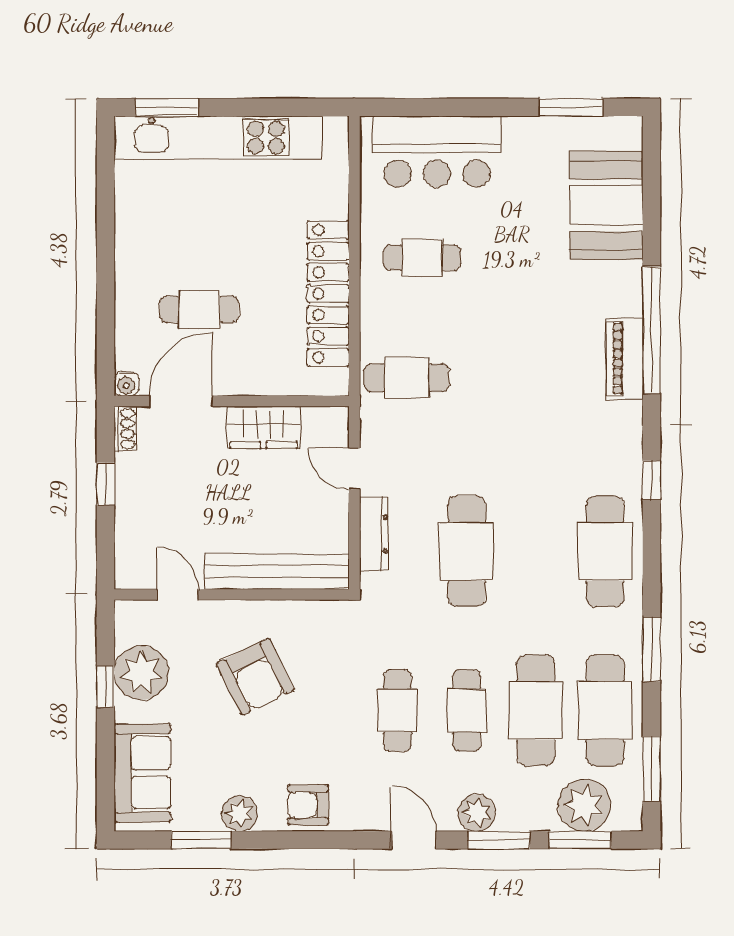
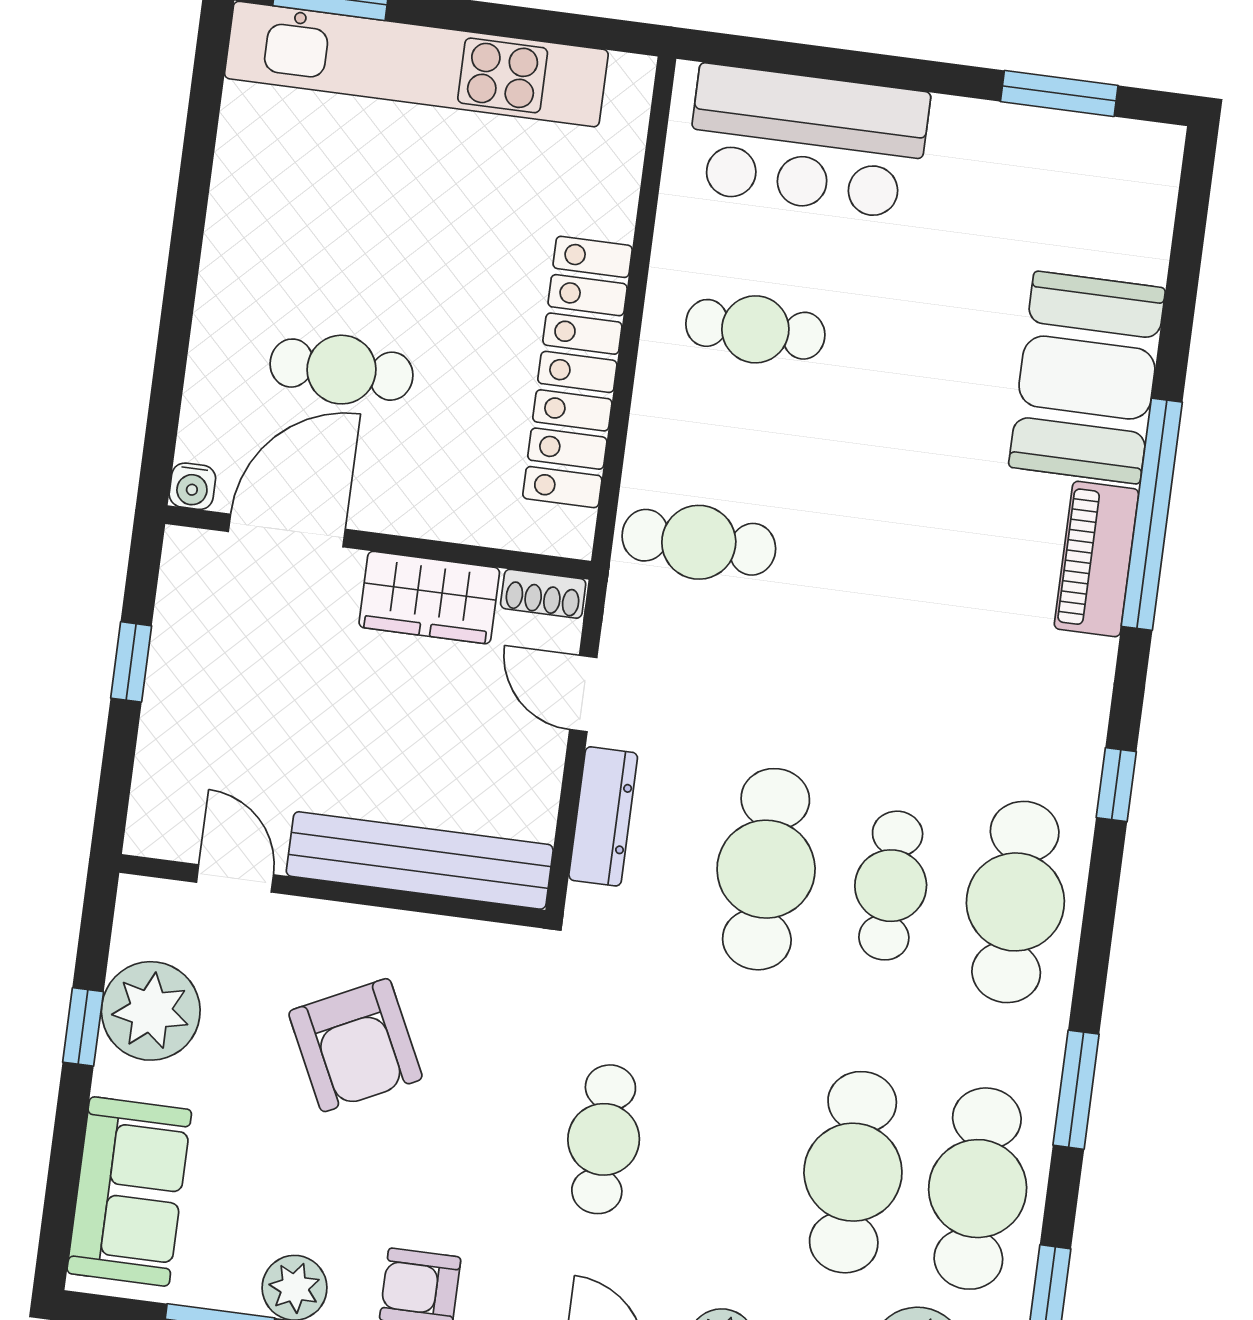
booth: (606, 205) -> (1087, 378), moved
shoe rack: (125, 429) -> (543, 594), moved, turned 90
cafe table: (467, 710) -> (891, 886), moved

